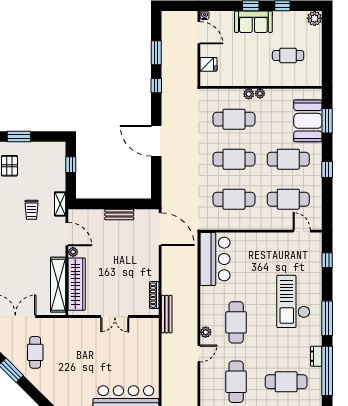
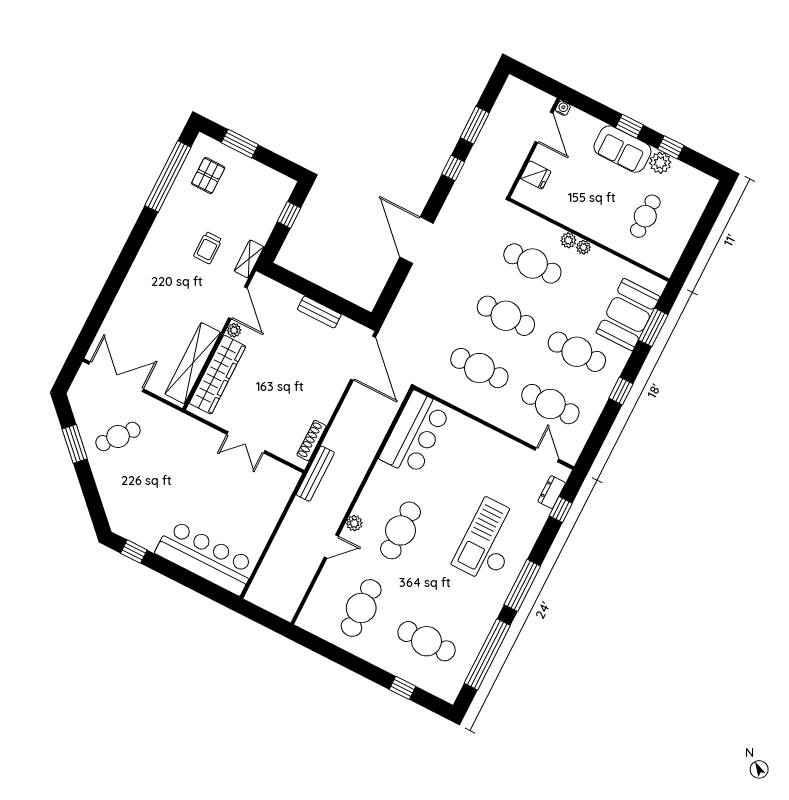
plant: (315, 18) -> (660, 163), moved
cafe table: (288, 56) -> (645, 216), turned 90
cafe table: (35, 352) -> (118, 436), turned 39
dresser: (316, 356) -> (552, 492), moved

